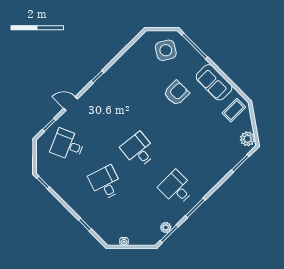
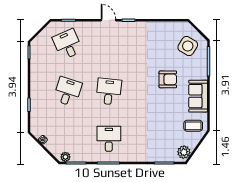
door: (70, 104) -> (108, 20), moved
plant: (166, 228) -> (65, 157), moved

